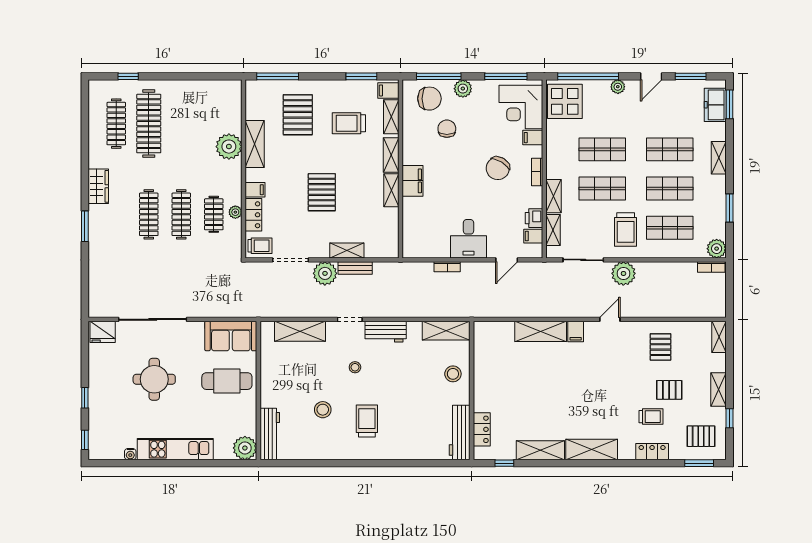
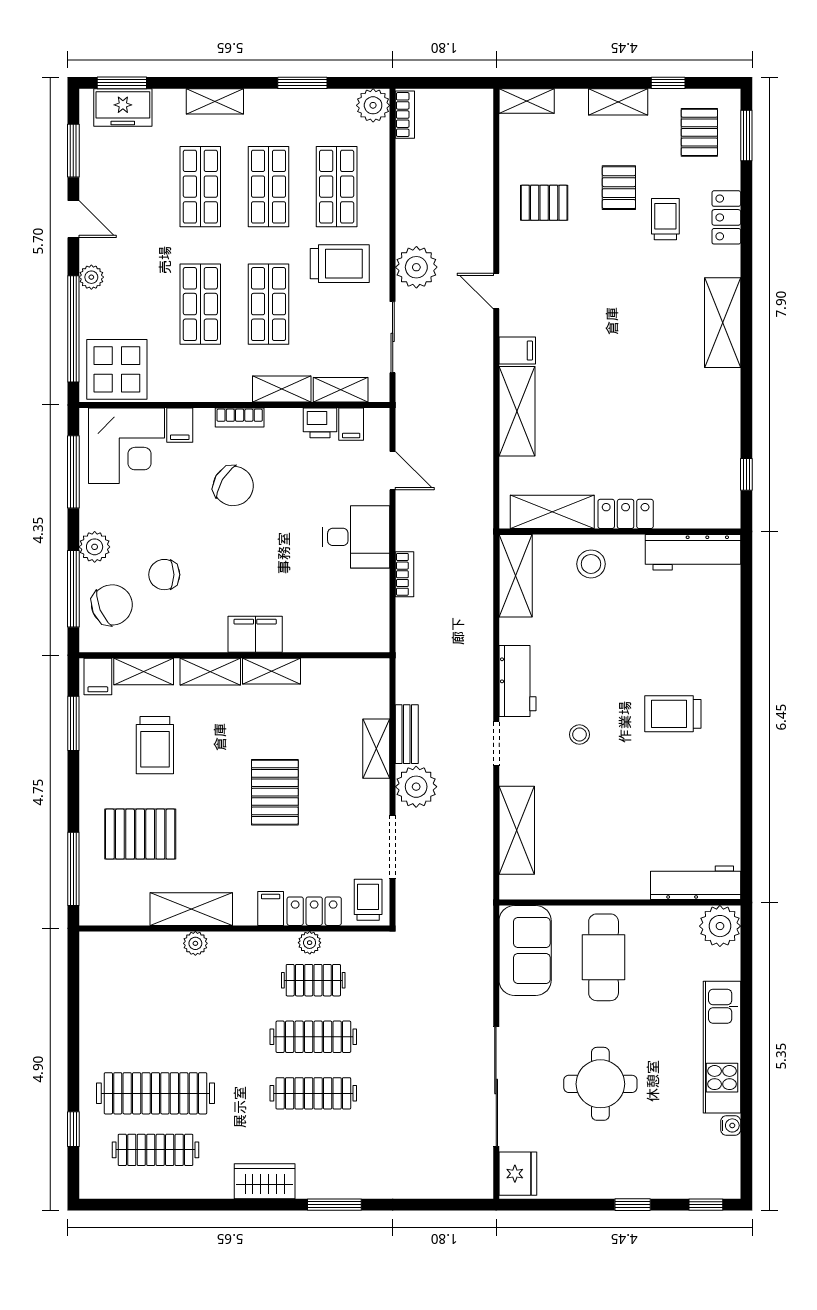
chair: (429, 99) -> (112, 605), turned 67
plant: (229, 147) -> (195, 943), width x0.53, depth x0.53
pallet: (322, 192) -> (275, 792), turned 90
stool: (323, 410) -> (653, 791), removed
locker: (482, 429) -> (626, 514), moved
shelving: (540, 450) -> (552, 512), moved, turned 90

